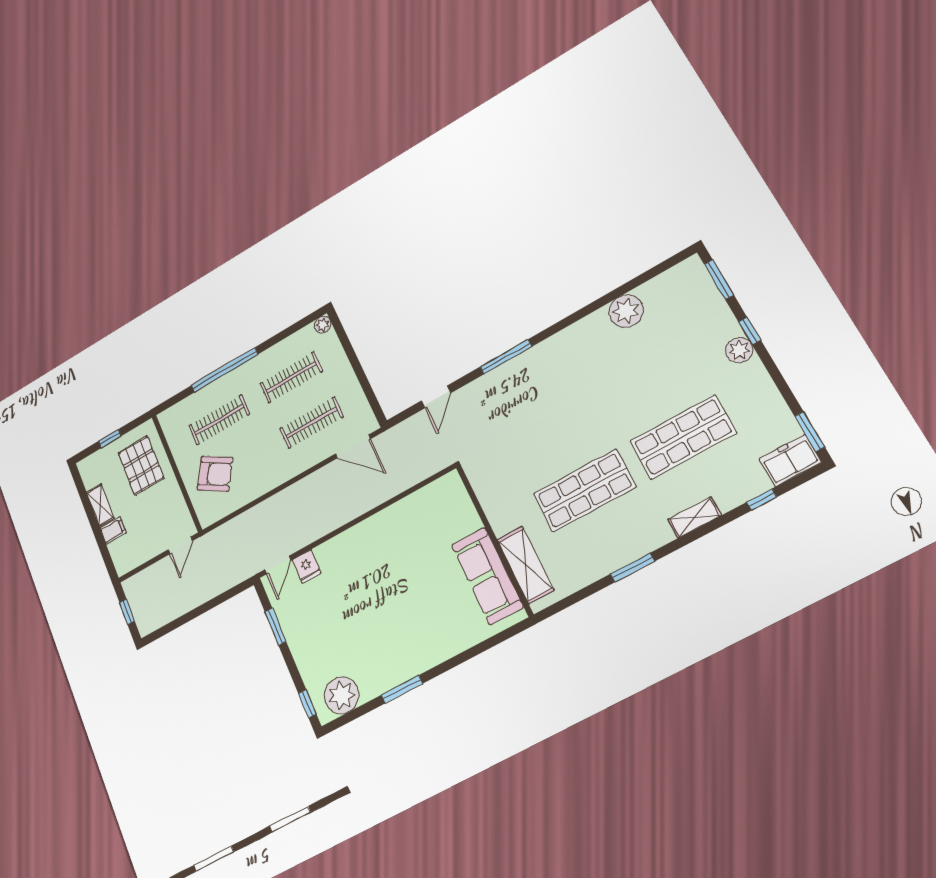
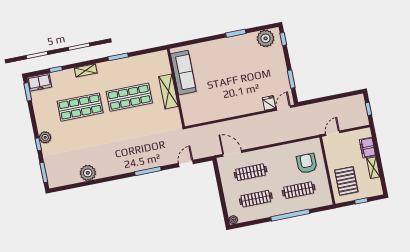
armchair: (215, 474) -> (307, 163), turned 58
filing cabinet: (113, 530) -> (368, 148), width x2.00
shelving: (525, 565) -> (168, 91), moved

